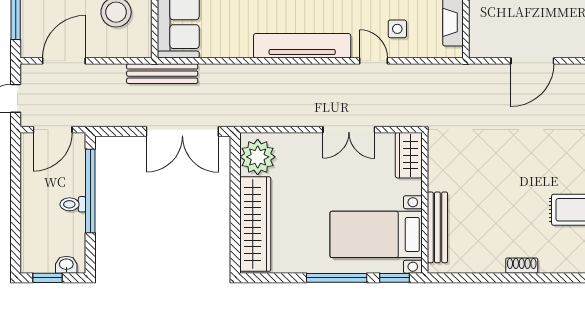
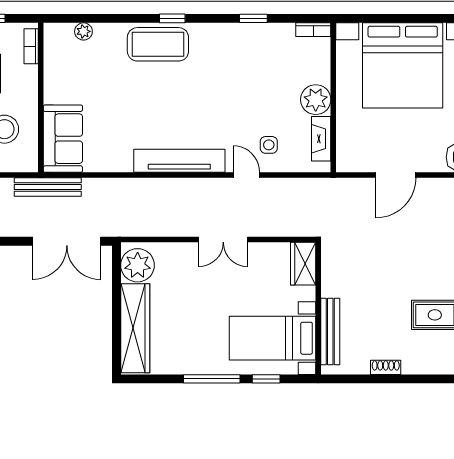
wardrobe: (409, 155) -> (303, 264), moved
wall: (425, 203) -> (318, 308), moved
bench: (437, 227) -> (330, 331), moved
bed with nightstands: (376, 234) -> (272, 338), moved

